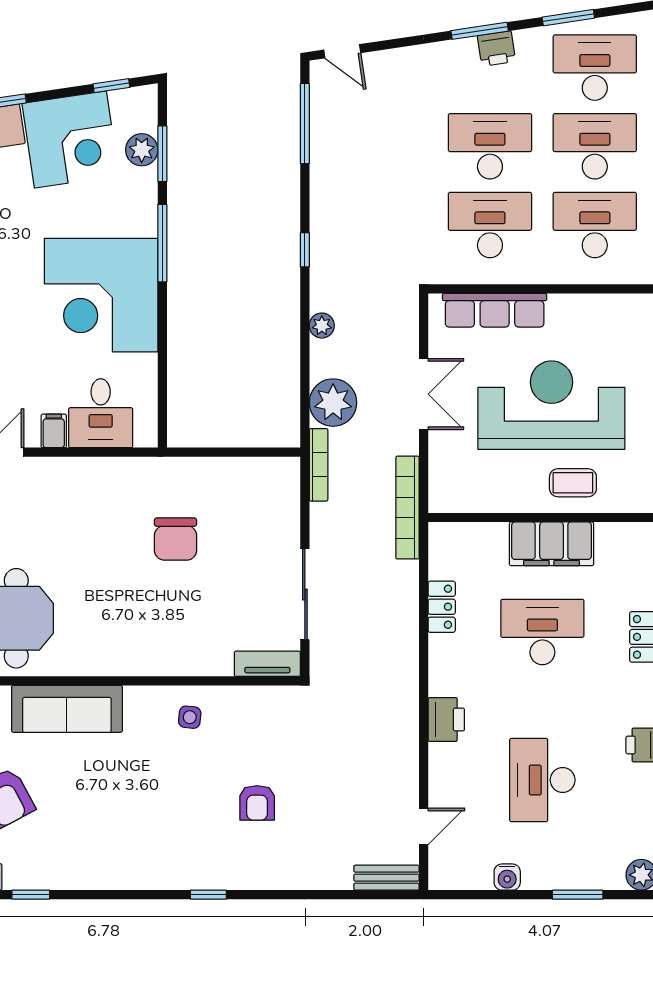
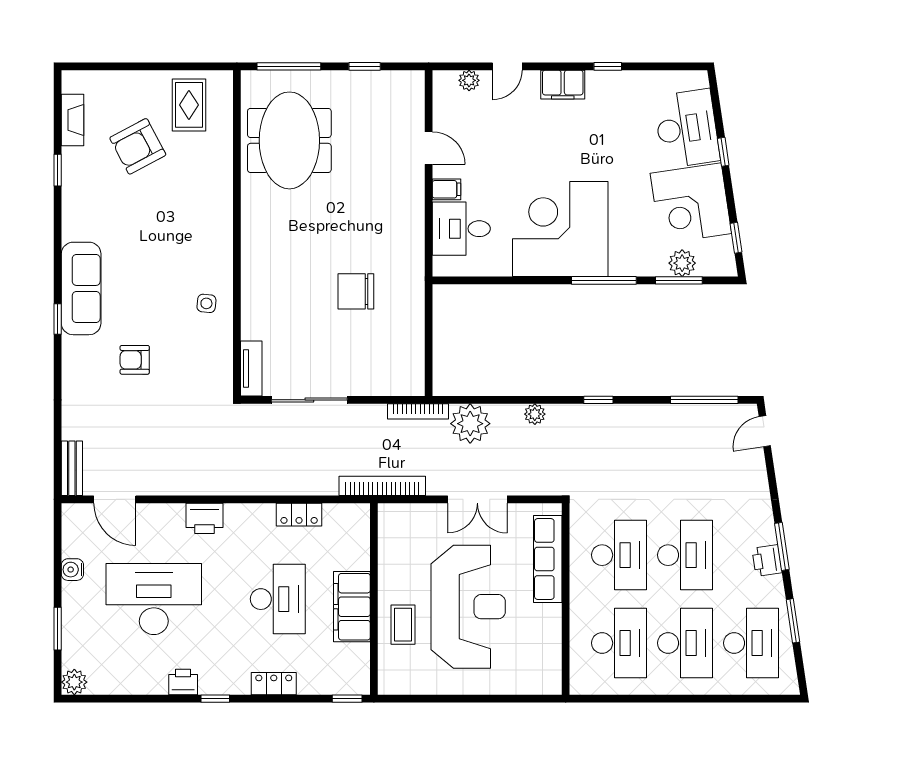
sofa: (67, 709) -> (81, 288), moved, turned 180
desk: (542, 780) -> (154, 599), width x1.36, depth x1.30
door: (424, 826) -> (115, 499), width x1.38

